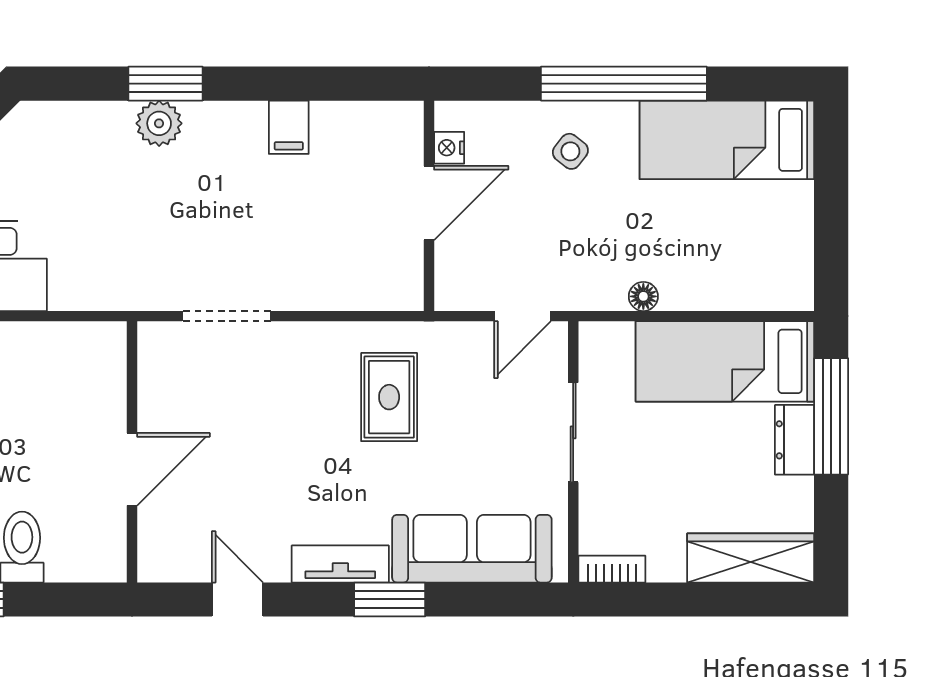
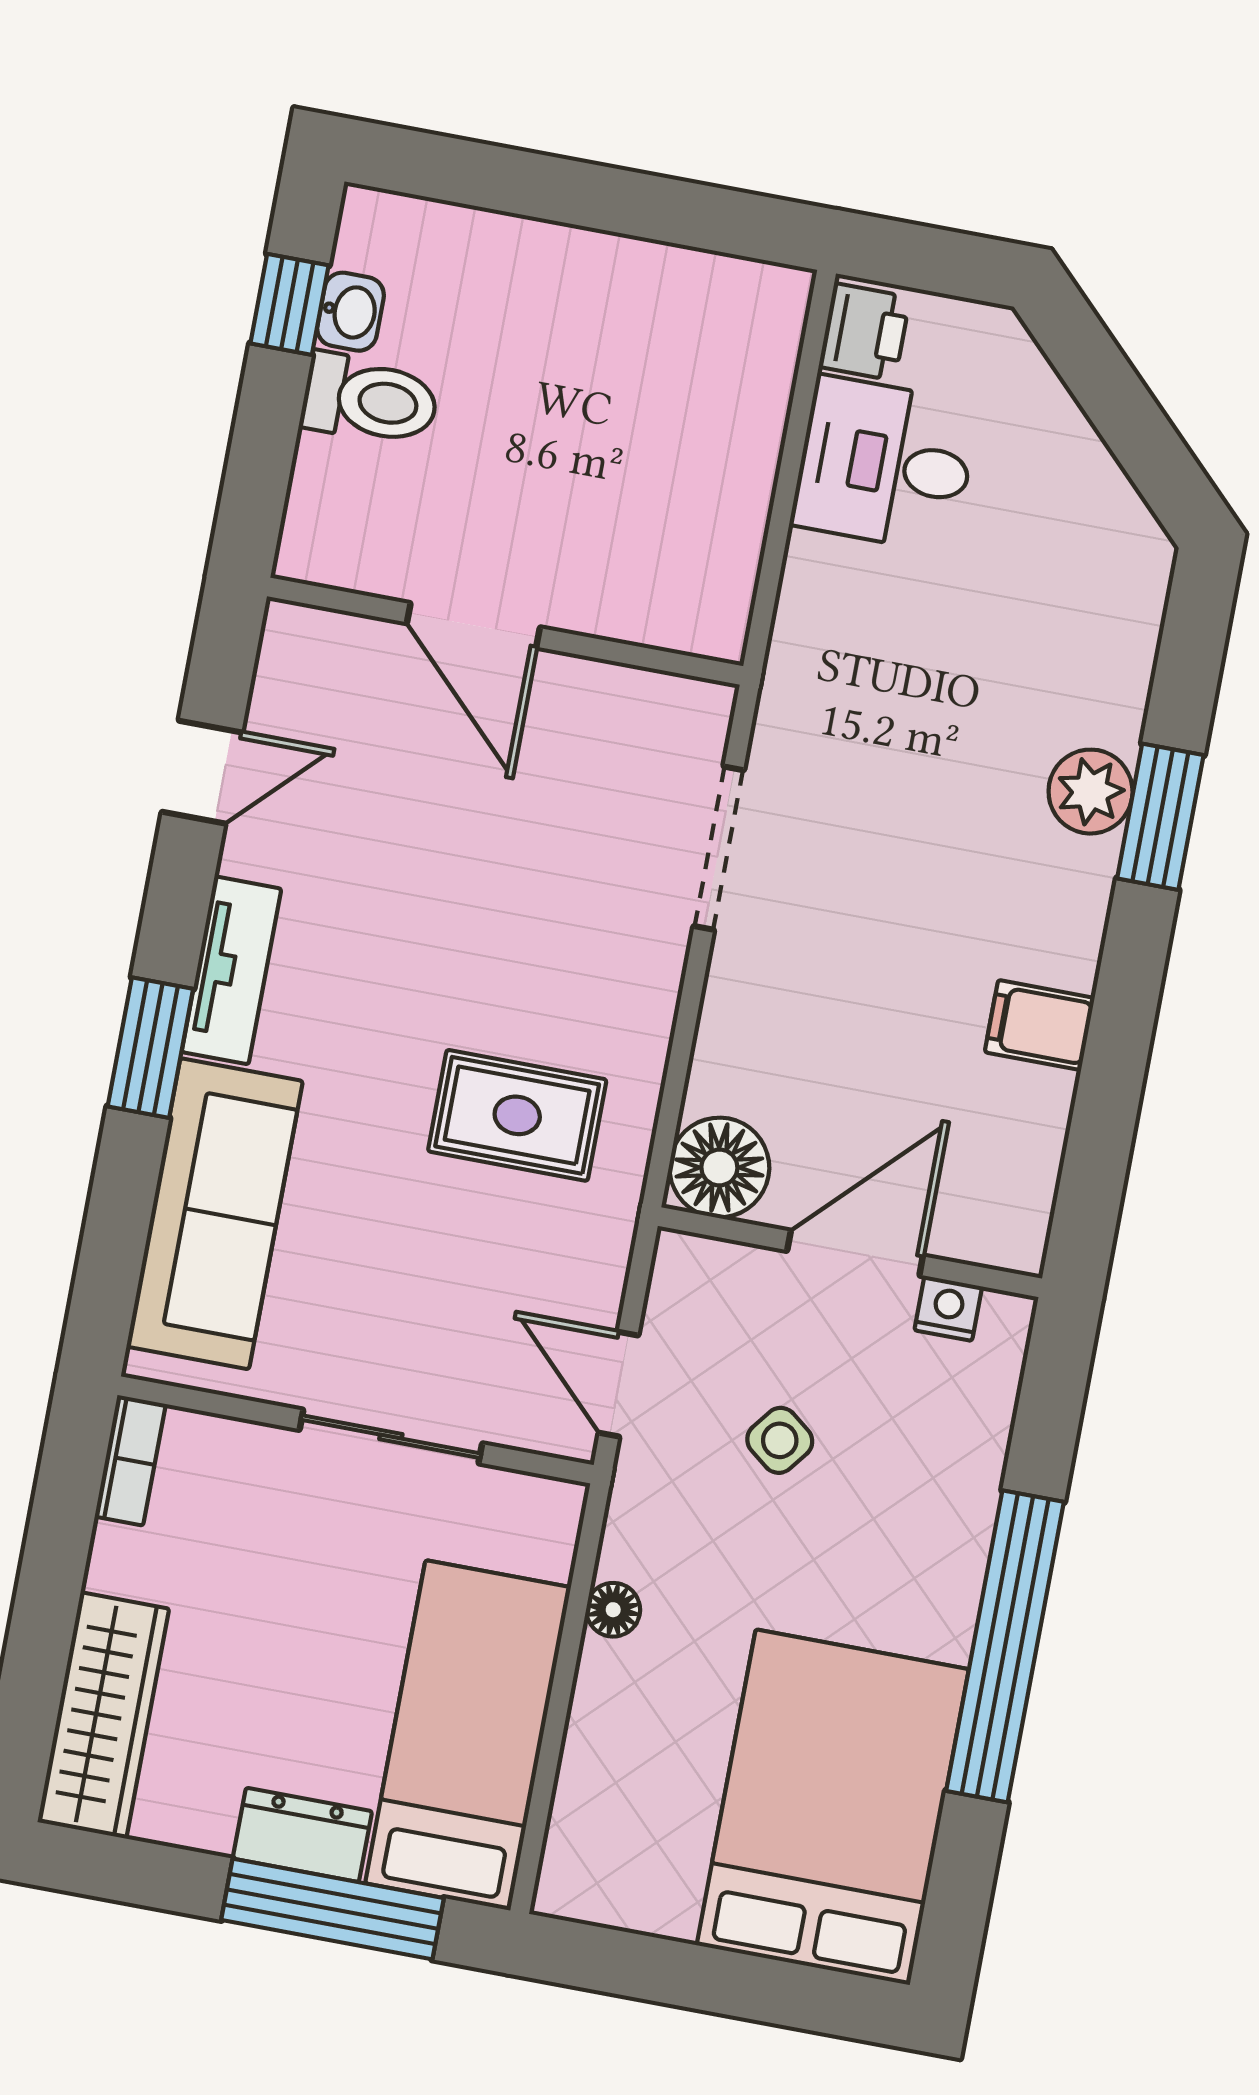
bed: (727, 140) -> (833, 1807), width x1.50
side table: (570, 151) -> (780, 1440), moved
door: (429, 203) -> (855, 1253), swing flipped
floor lamp: (397, 284) -> (719, 1167), added

